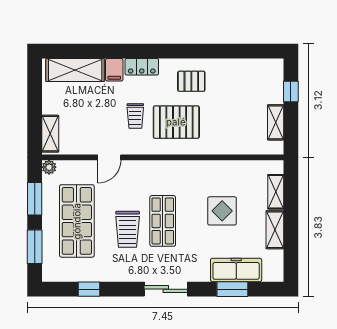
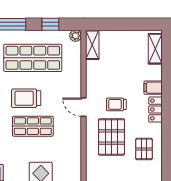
shelving: (75, 70) -> (155, 49), width x0.67, depth x0.75
shelving: (50, 134) -> (92, 45), moved, turned 90
door: (109, 157) -> (83, 107), moved
window: (35, 199) -> (50, 24), width x0.67

